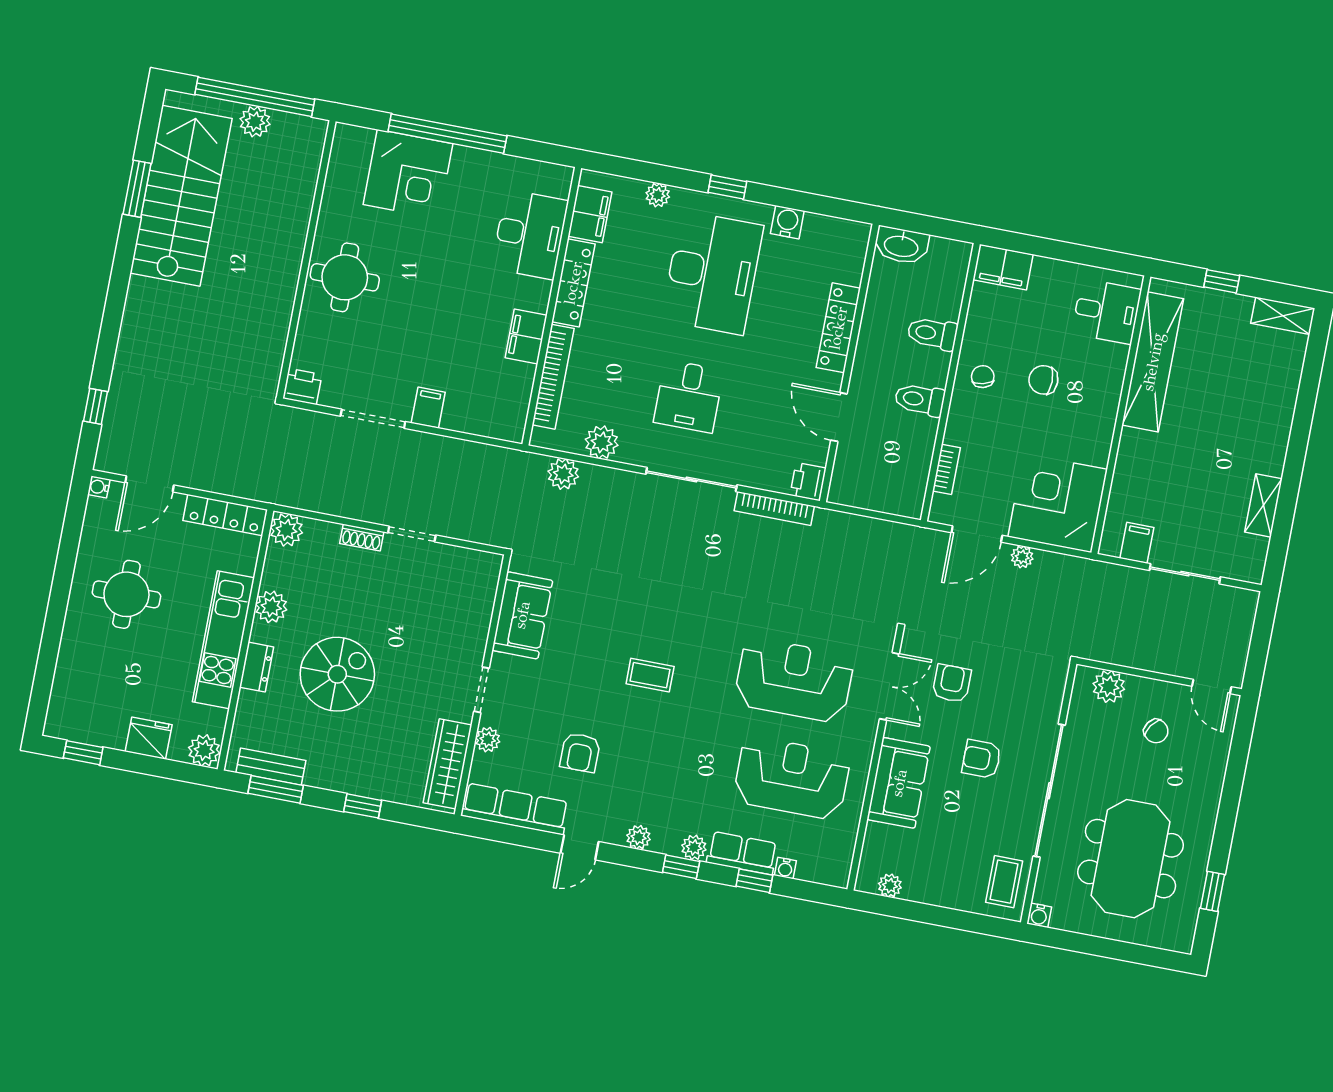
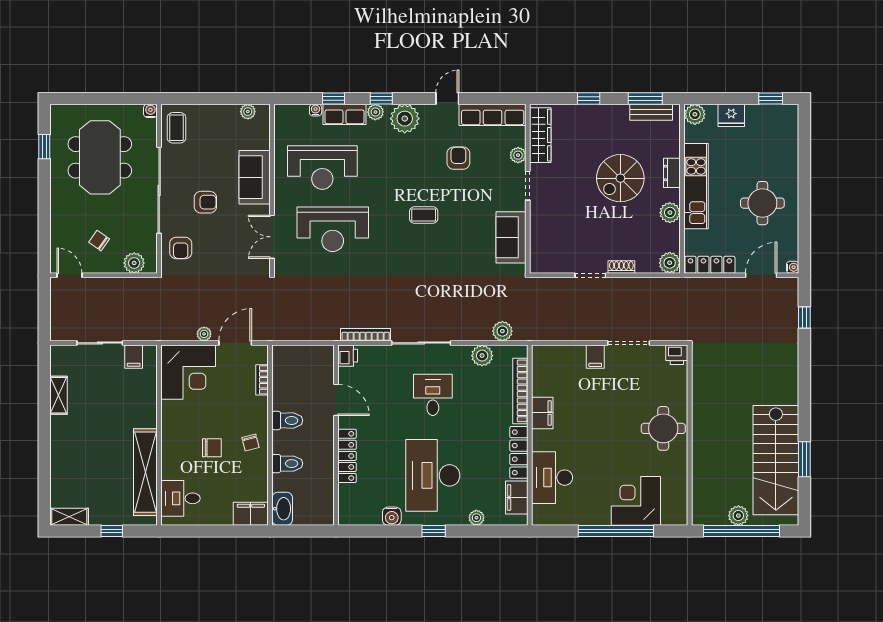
washbasin: (901, 245) -> (282, 509), moved, turned 90
armchair: (952, 683) -> (181, 248), moved
plant: (639, 837) -> (405, 119), width x1.88, depth x1.88

